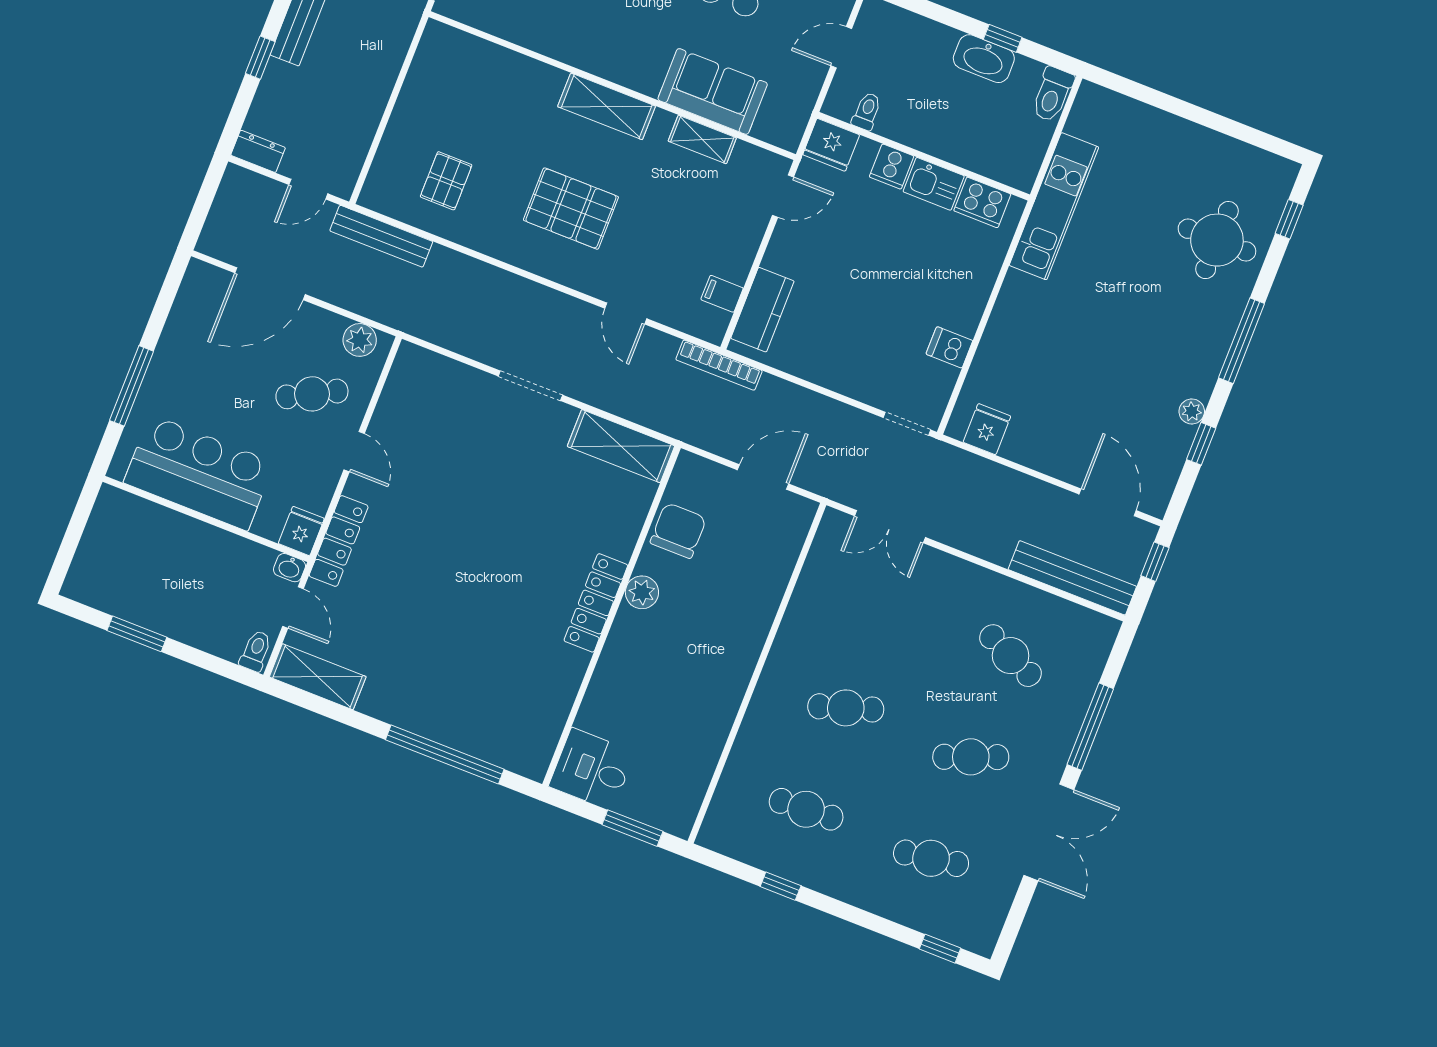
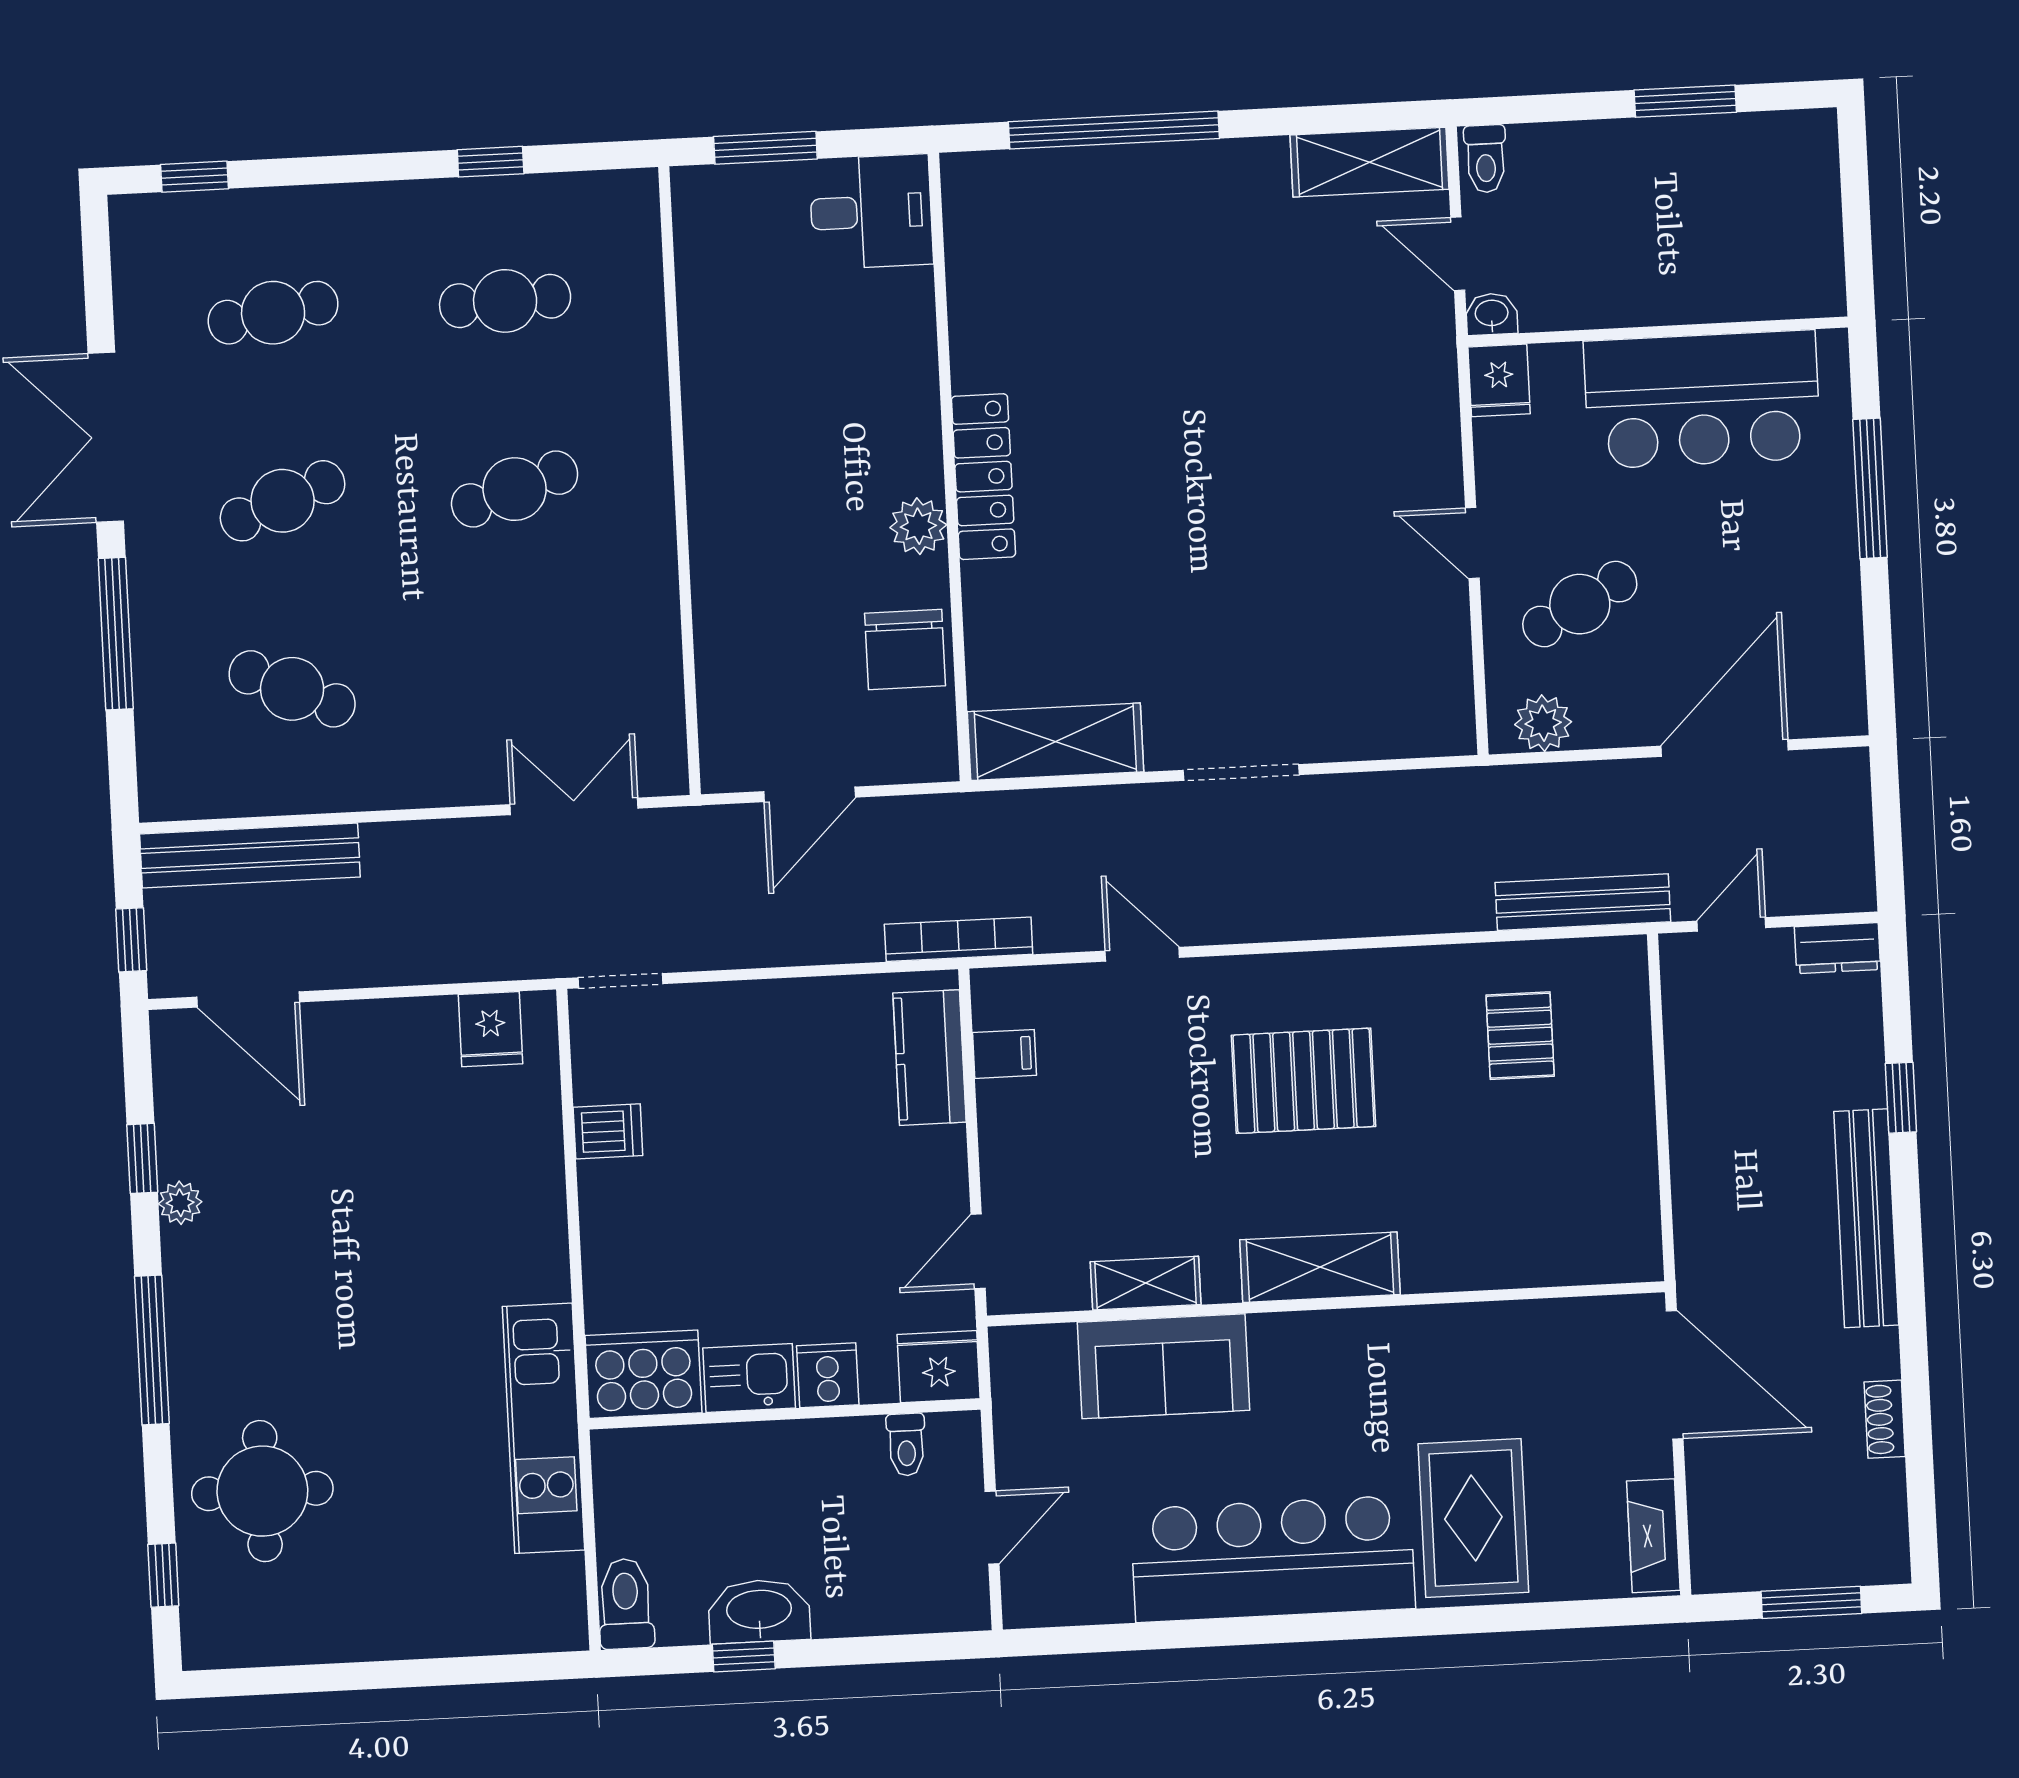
cooker: (982, 202) -> (643, 1374), width x1.37, depth x1.31
locker: (339, 541) -> (1433, 391), removed

